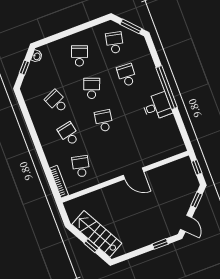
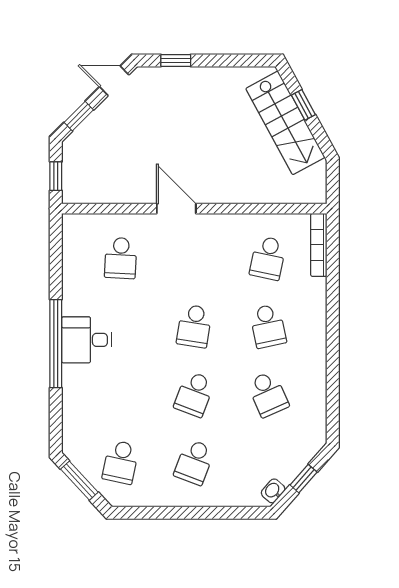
school desk: (127, 75) -> (121, 258), moved
desk: (157, 106) -> (87, 340), moved
door: (186, 223) -> (114, 81), hinge flipped

